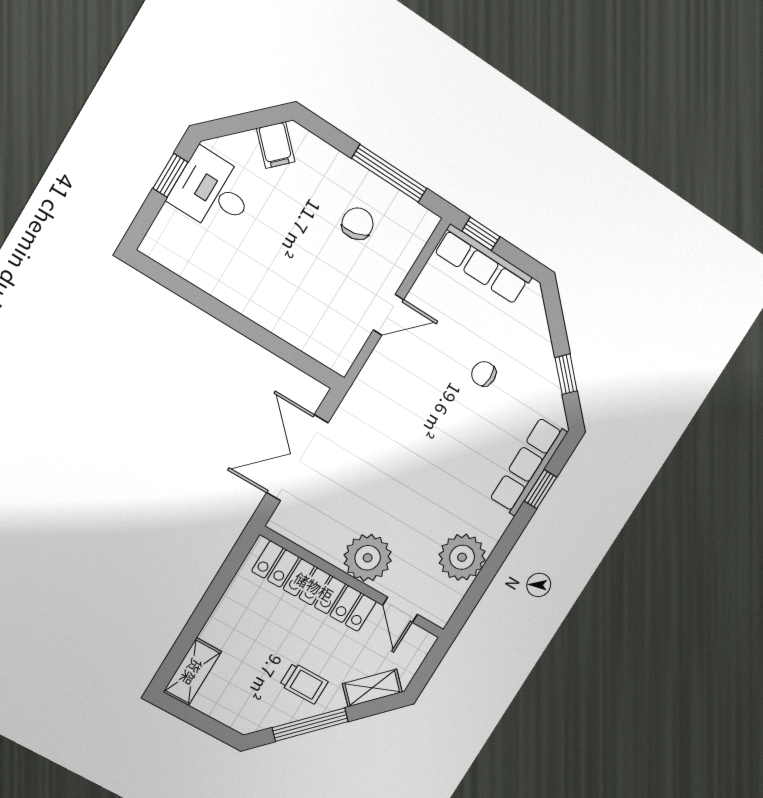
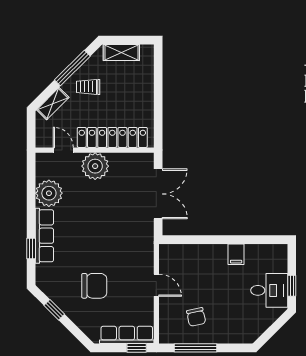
filing cabinet: (276, 145) -> (236, 254), moved, turned -135
door: (388, 315) -> (156, 285), swing flipped
chair: (484, 374) -> (94, 286), width x1.87, depth x1.87
row of seats: (528, 466) -> (44, 236), moved
shelving: (192, 672) -> (121, 52), moved, turned 90

